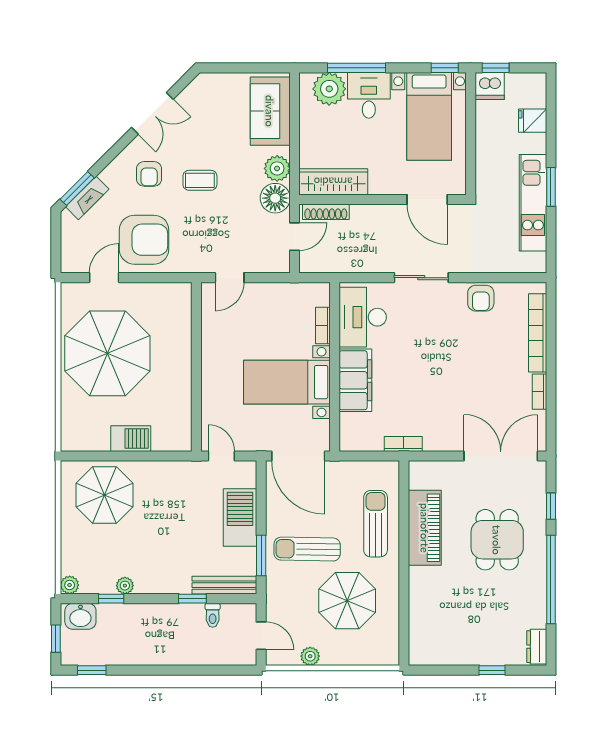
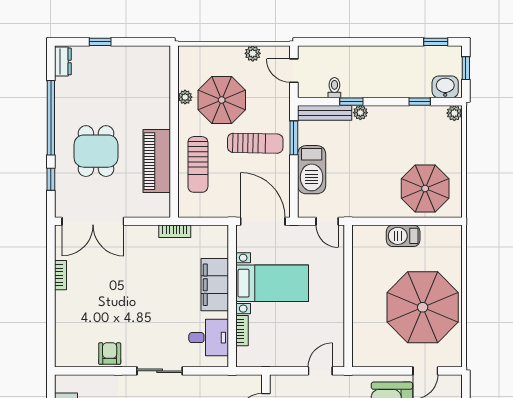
desk: (363, 317) -> (209, 338), width x0.73
bookcase: (538, 333) -> (62, 324), removed
plant: (125, 586) -> (360, 113), moved
plant: (391, 604) -> (185, 97), added

